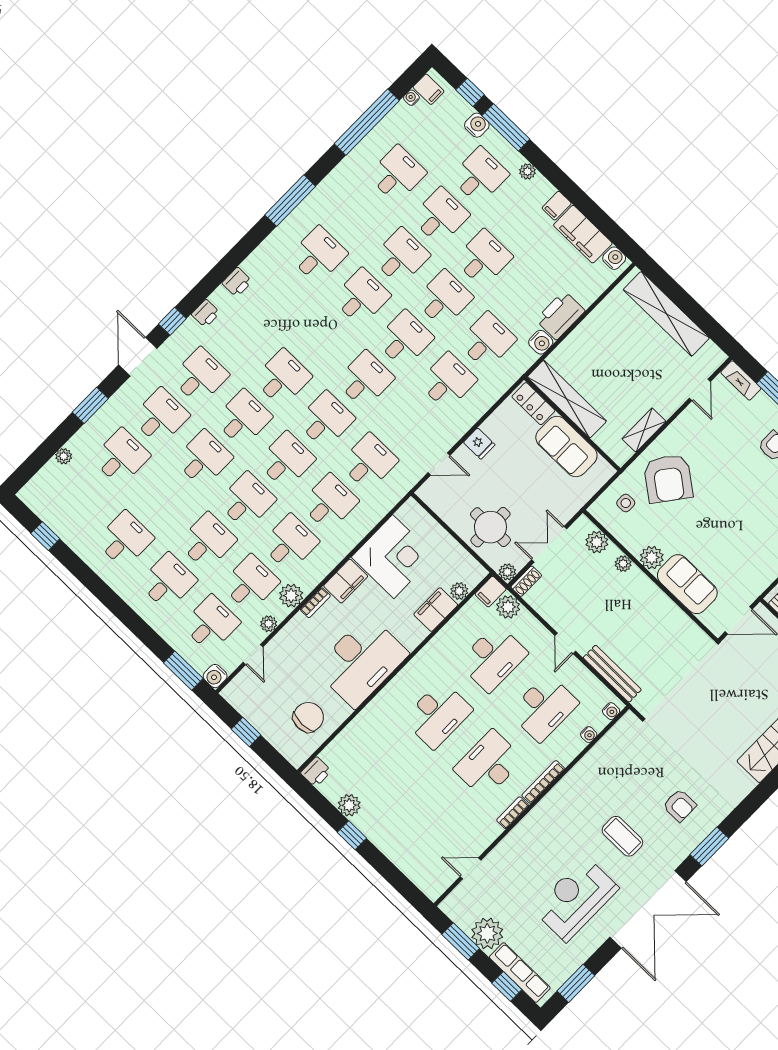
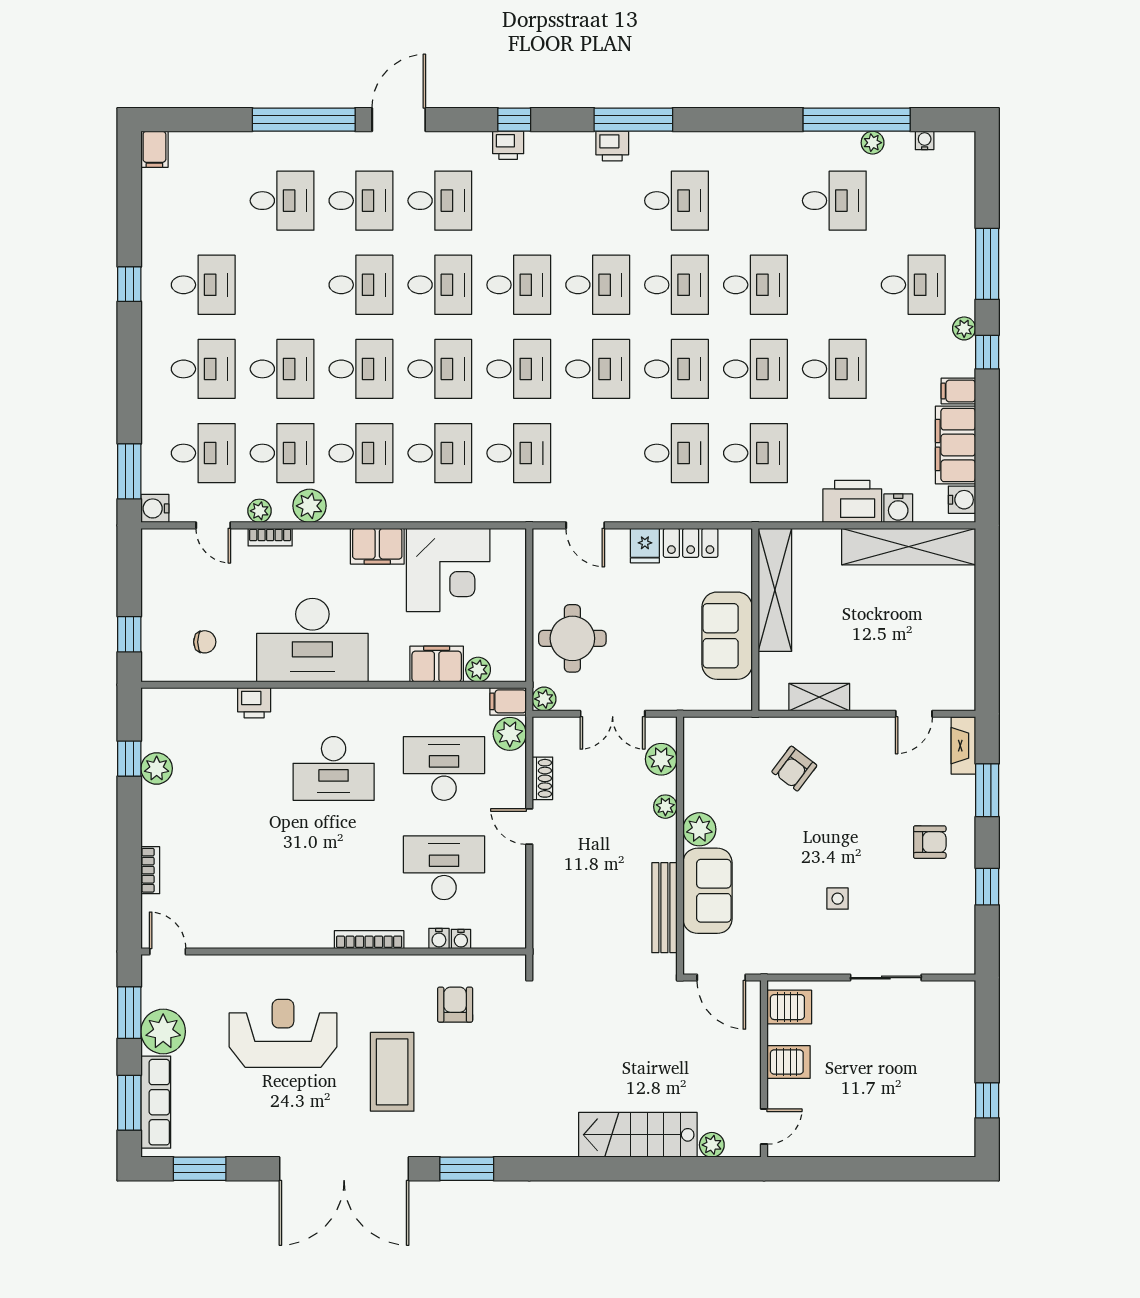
filing cabinet: (429, 89) -> (154, 149), moved
window: (470, 92) -> (987, 352), moved
water cooler: (477, 125) -> (961, 233), removed
window: (290, 201) -> (633, 120), moved
desk: (440, 216) -> (598, 285), moved
printer: (237, 282) -> (612, 146), moved
shelving: (666, 314) -> (909, 547), moved, turned 90
window: (172, 321) -> (514, 120), moved
water cooler: (541, 342) -> (898, 508), moved
locker: (533, 404) -> (691, 543), moved, turned -90
window: (90, 405) -> (304, 120), width x2.11
plant: (64, 456) -> (873, 143), moved
armchair: (668, 479) -> (794, 769), width x0.53, depth x0.53
side table: (626, 503) -> (838, 899), moved
window: (45, 536) -> (129, 284), moved
double door: (549, 544) -> (613, 714), swing flipped
shoe rack: (526, 581) -> (542, 778), moved, turned -90
bookcase: (315, 603) -> (270, 537), moved
door: (565, 643) -> (529, 827), hinge flipped
door: (253, 655) -> (213, 525), hinge flipped
desk: (493, 658) -> (444, 768), turned 180
bench: (612, 674) -> (664, 908), moved
desk: (544, 708) -> (444, 868), turned 180
water cooler: (611, 711) -> (439, 938), moved
chair: (308, 717) -> (205, 642), width x0.54, depth x0.54
window: (246, 732) -> (129, 634), moved
desk: (489, 764) -> (334, 868), removed
printer: (316, 772) -> (254, 703), moved
armchair: (680, 805) -> (455, 1005), moved, turned 180
bookcase: (513, 813) -> (150, 870), moved, turned 90
window: (352, 835) -> (129, 759), moved
coffee table: (622, 836) -> (392, 1072), width x1.36, depth x1.32
door: (471, 868) -> (168, 951), moved
reception desk: (576, 899) -> (283, 1033), moved
window: (507, 986) -> (129, 1103), width x1.50

